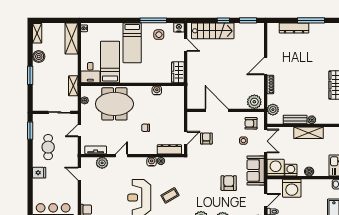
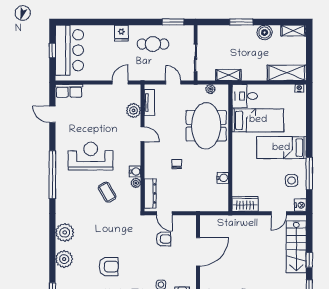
coffee table: (170, 195) -> (107, 192), moved

